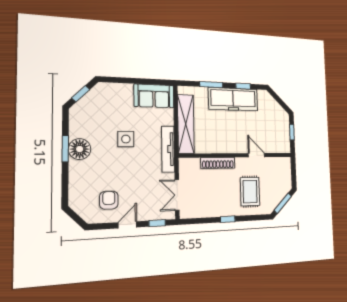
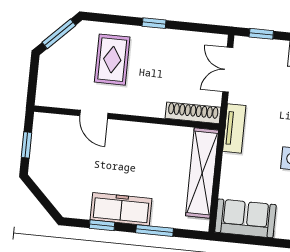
freezer: (233, 99) -> (121, 209), width x0.73, depth x0.79
tv unit: (168, 149) -> (234, 128), width x0.71
shoe rack: (218, 163) -> (193, 113), moved
double door: (177, 195) -> (228, 70), swing flipped

